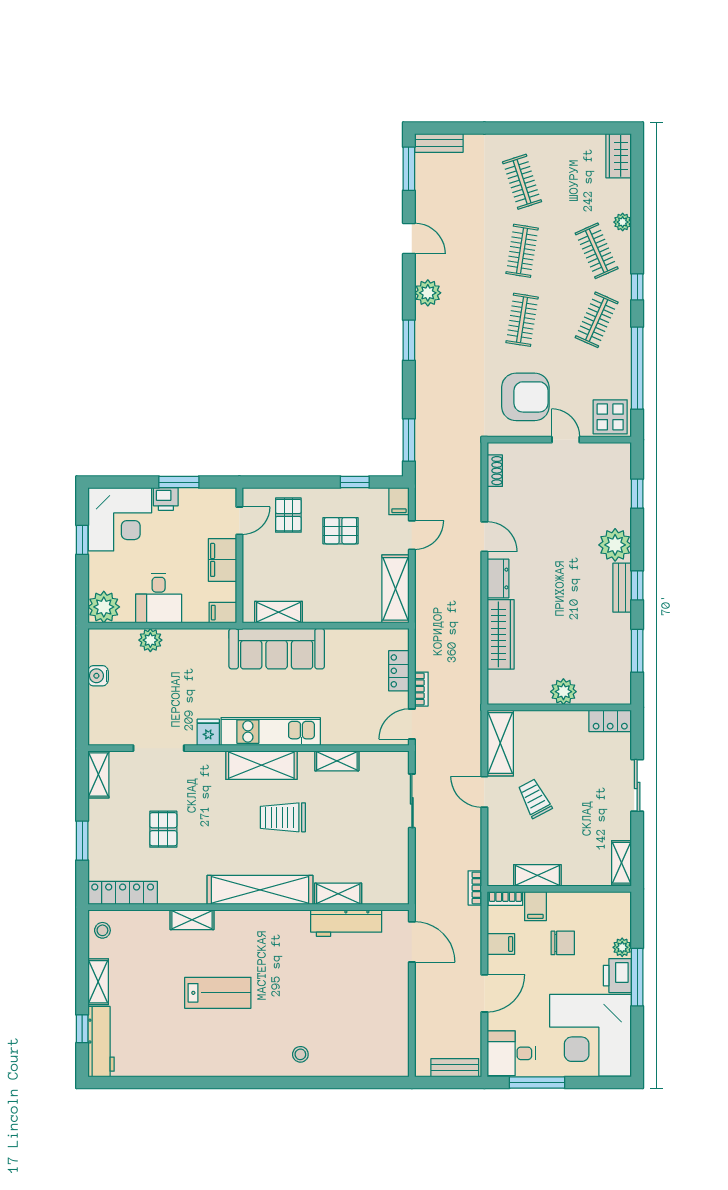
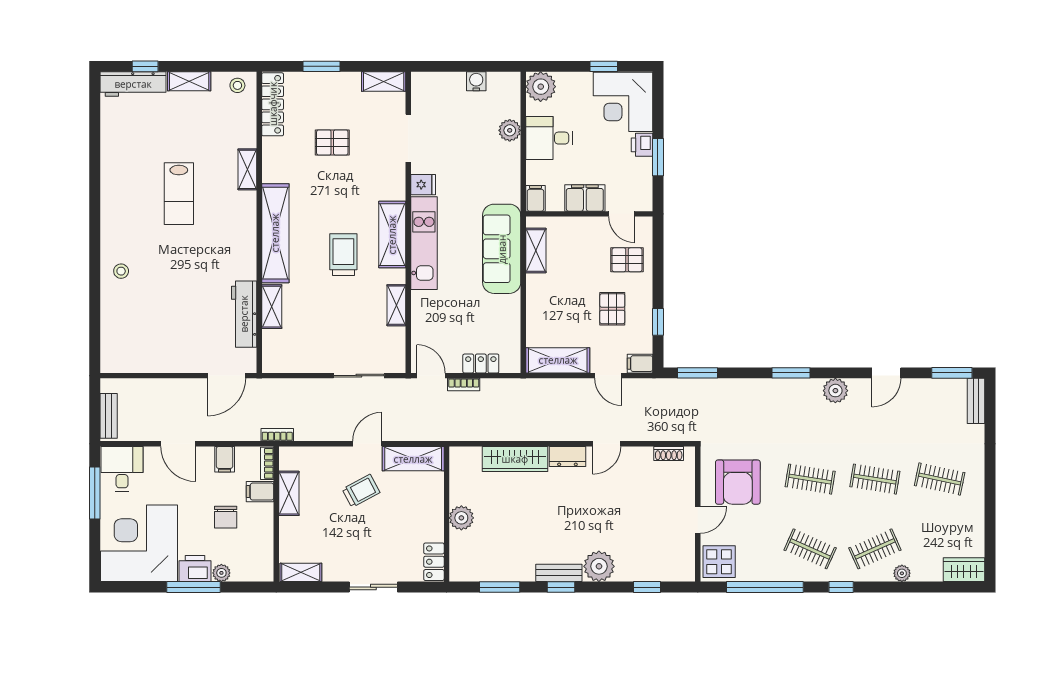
clothes rail: (522, 182) -> (940, 479), turned 30

